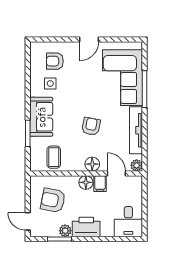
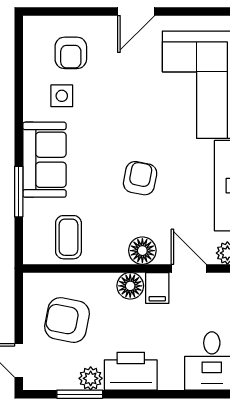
armchair: (55, 61) -> (71, 53), turned -90

